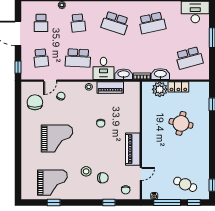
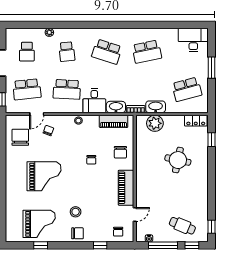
school desk: (41, 58) -> (27, 89), width x1.85
locker: (178, 87) -> (196, 121), moved
piano: (110, 88) -> (114, 121), moved
chair: (128, 116) -> (120, 152), added
chair: (103, 178) -> (78, 233), moved

